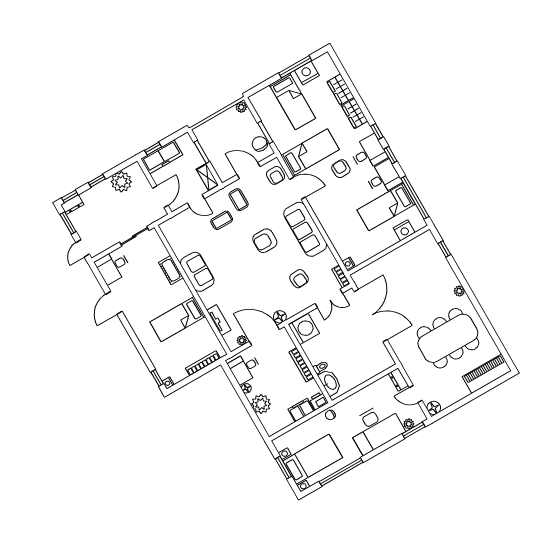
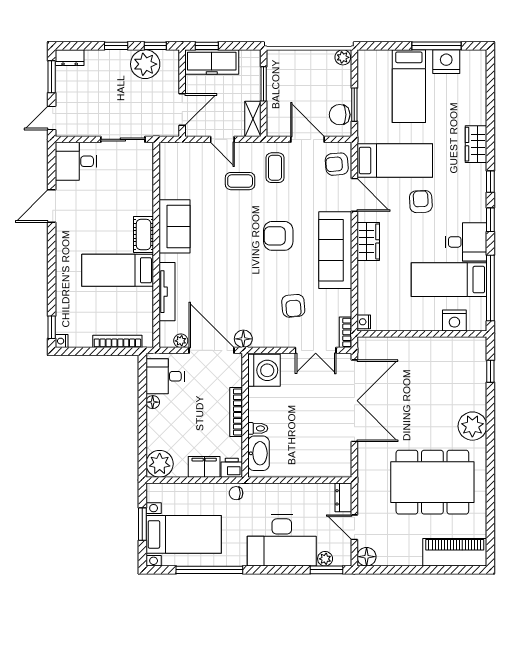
wardrobe: (340, 89) -> (368, 241), moved, turned 180
chair: (260, 144) -> (340, 115), turned -90
desk: (368, 153) -> (465, 201), removed
armchair: (276, 175) -> (337, 164), turned 85
window: (70, 196) -> (155, 46), moved
cot: (171, 270) -> (144, 234), moved
plant: (459, 291) -> (472, 426), width x1.88, depth x1.88
tv unit: (219, 320) -> (167, 292), width x1.41
plant: (261, 404) -> (160, 464), moved

